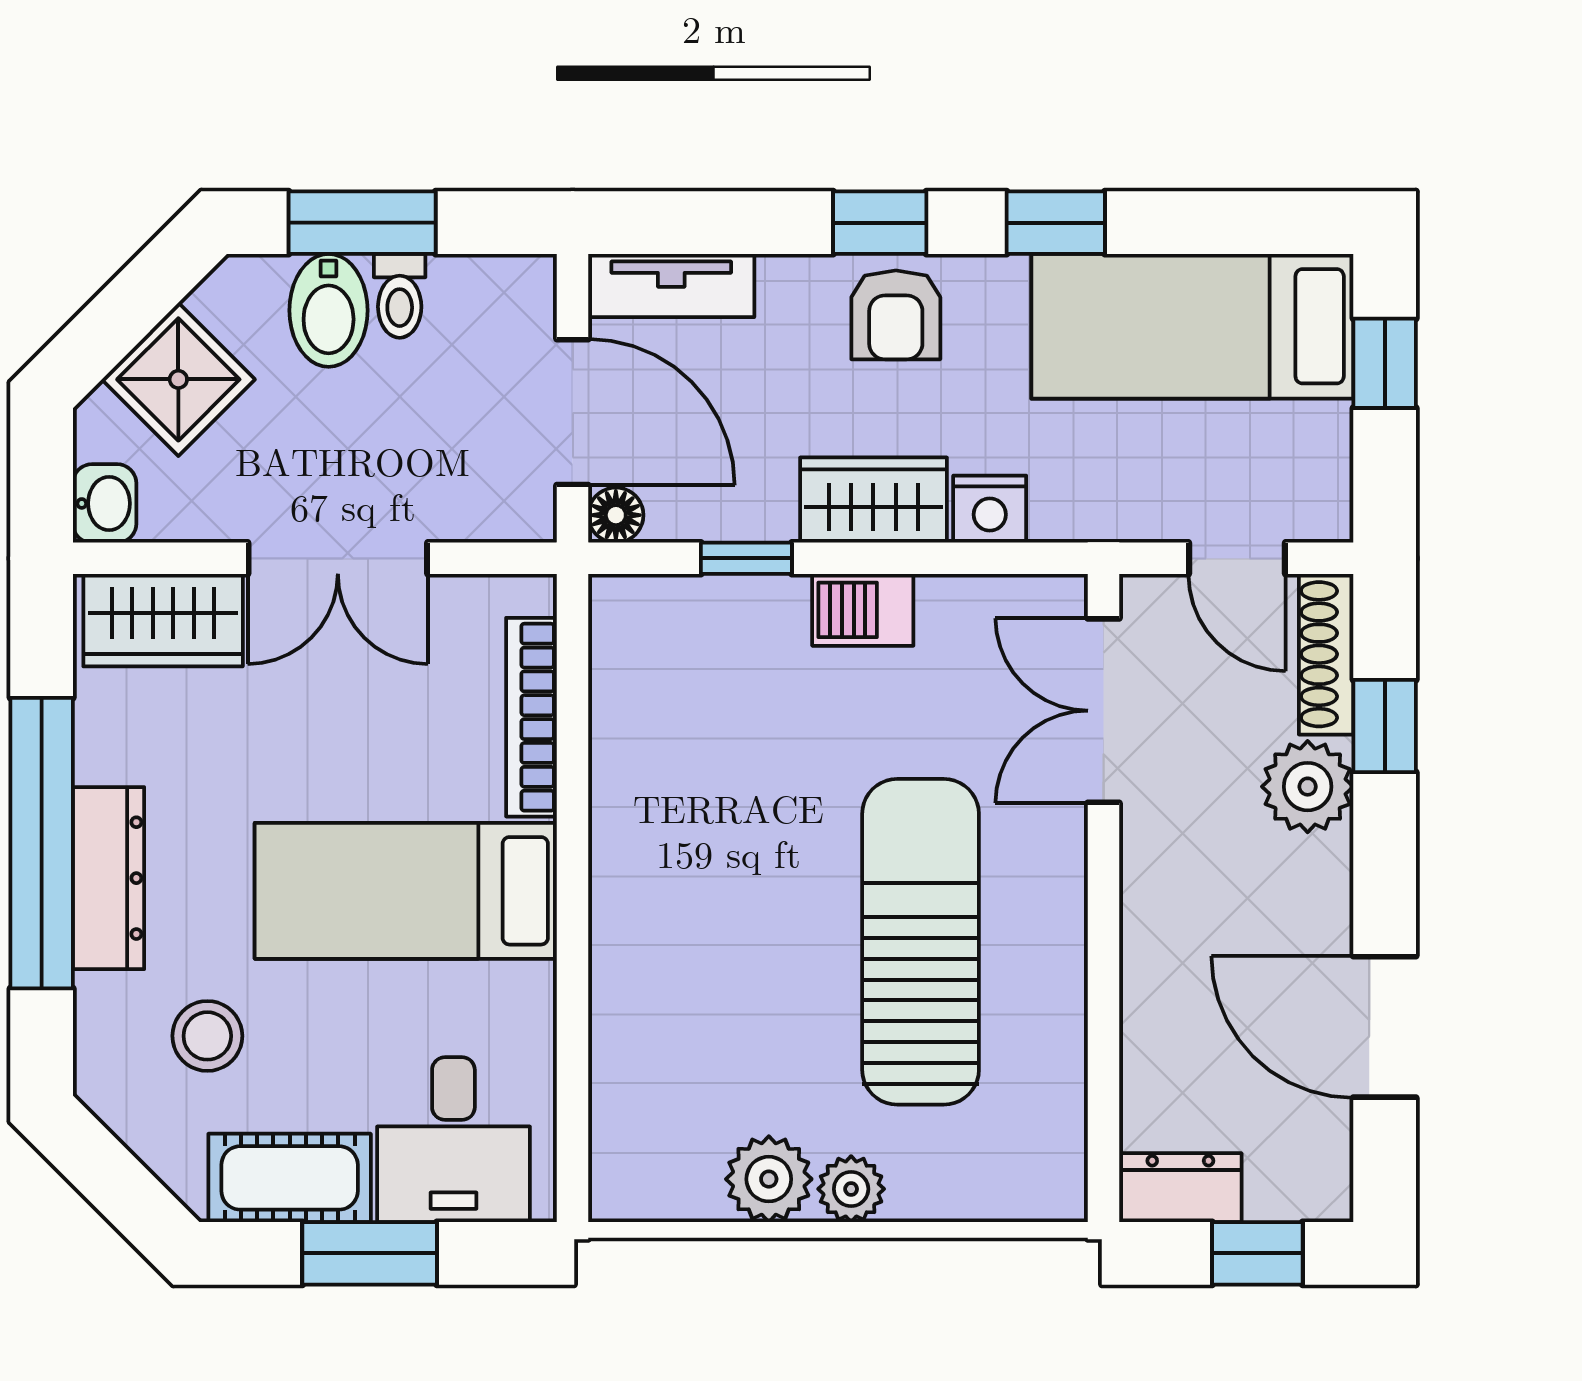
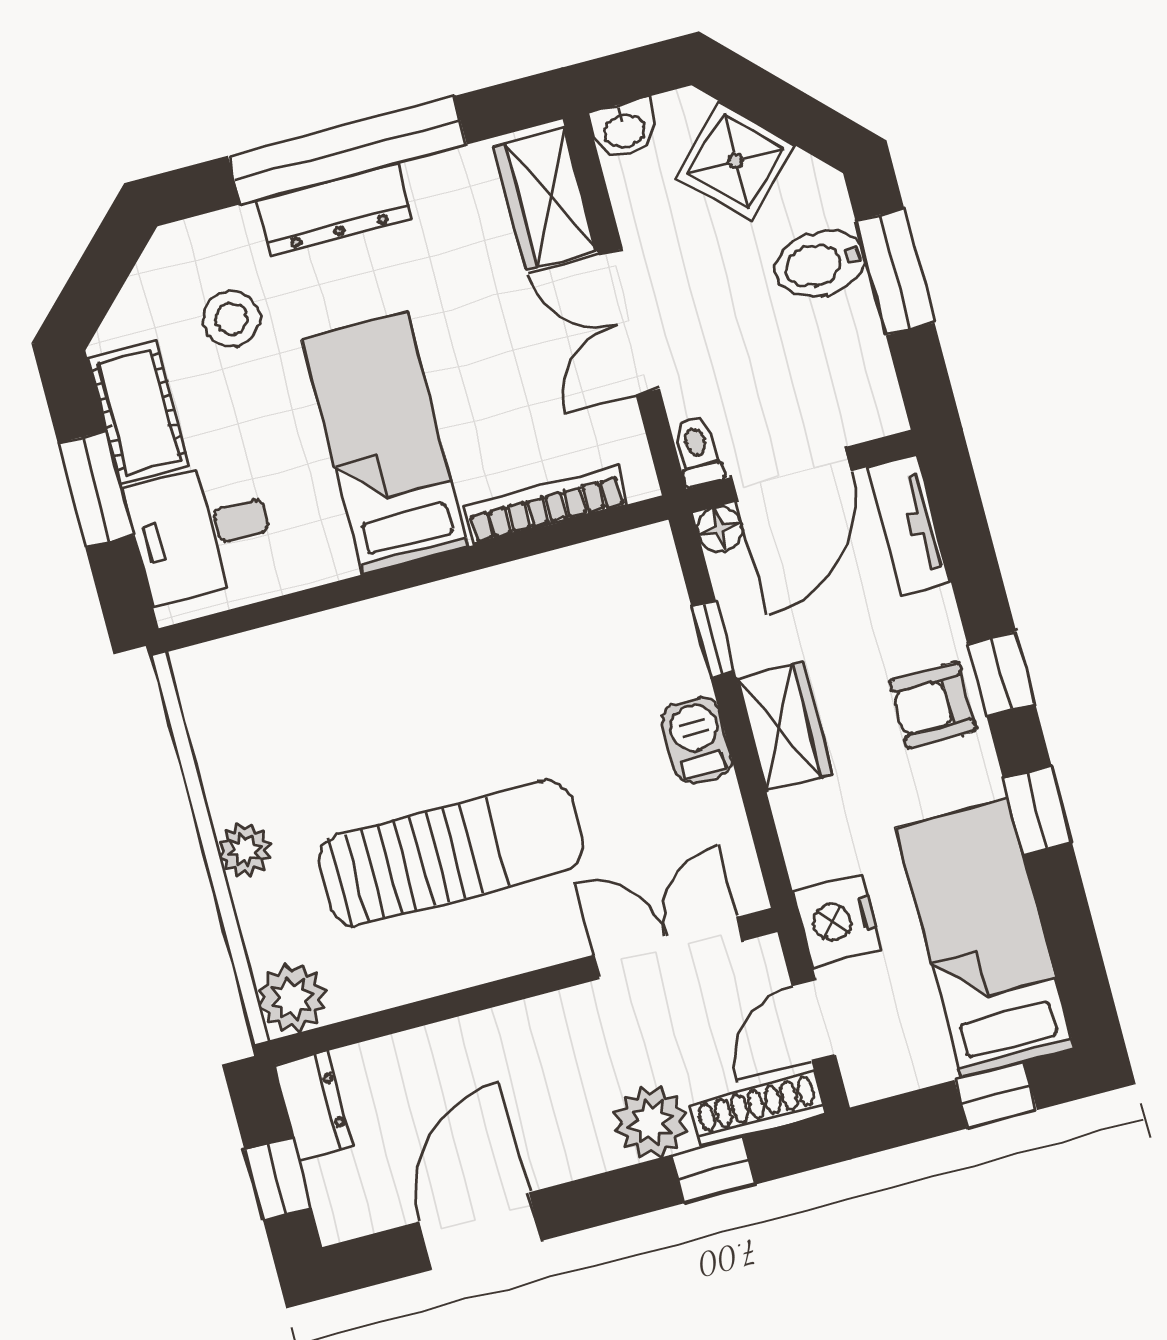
toilet: (400, 296) -> (698, 451), moved, turned 90
nightstand: (990, 509) -> (837, 920), moved, width x1.36, depth x1.33
plant: (769, 1179) -> (292, 999), moved

